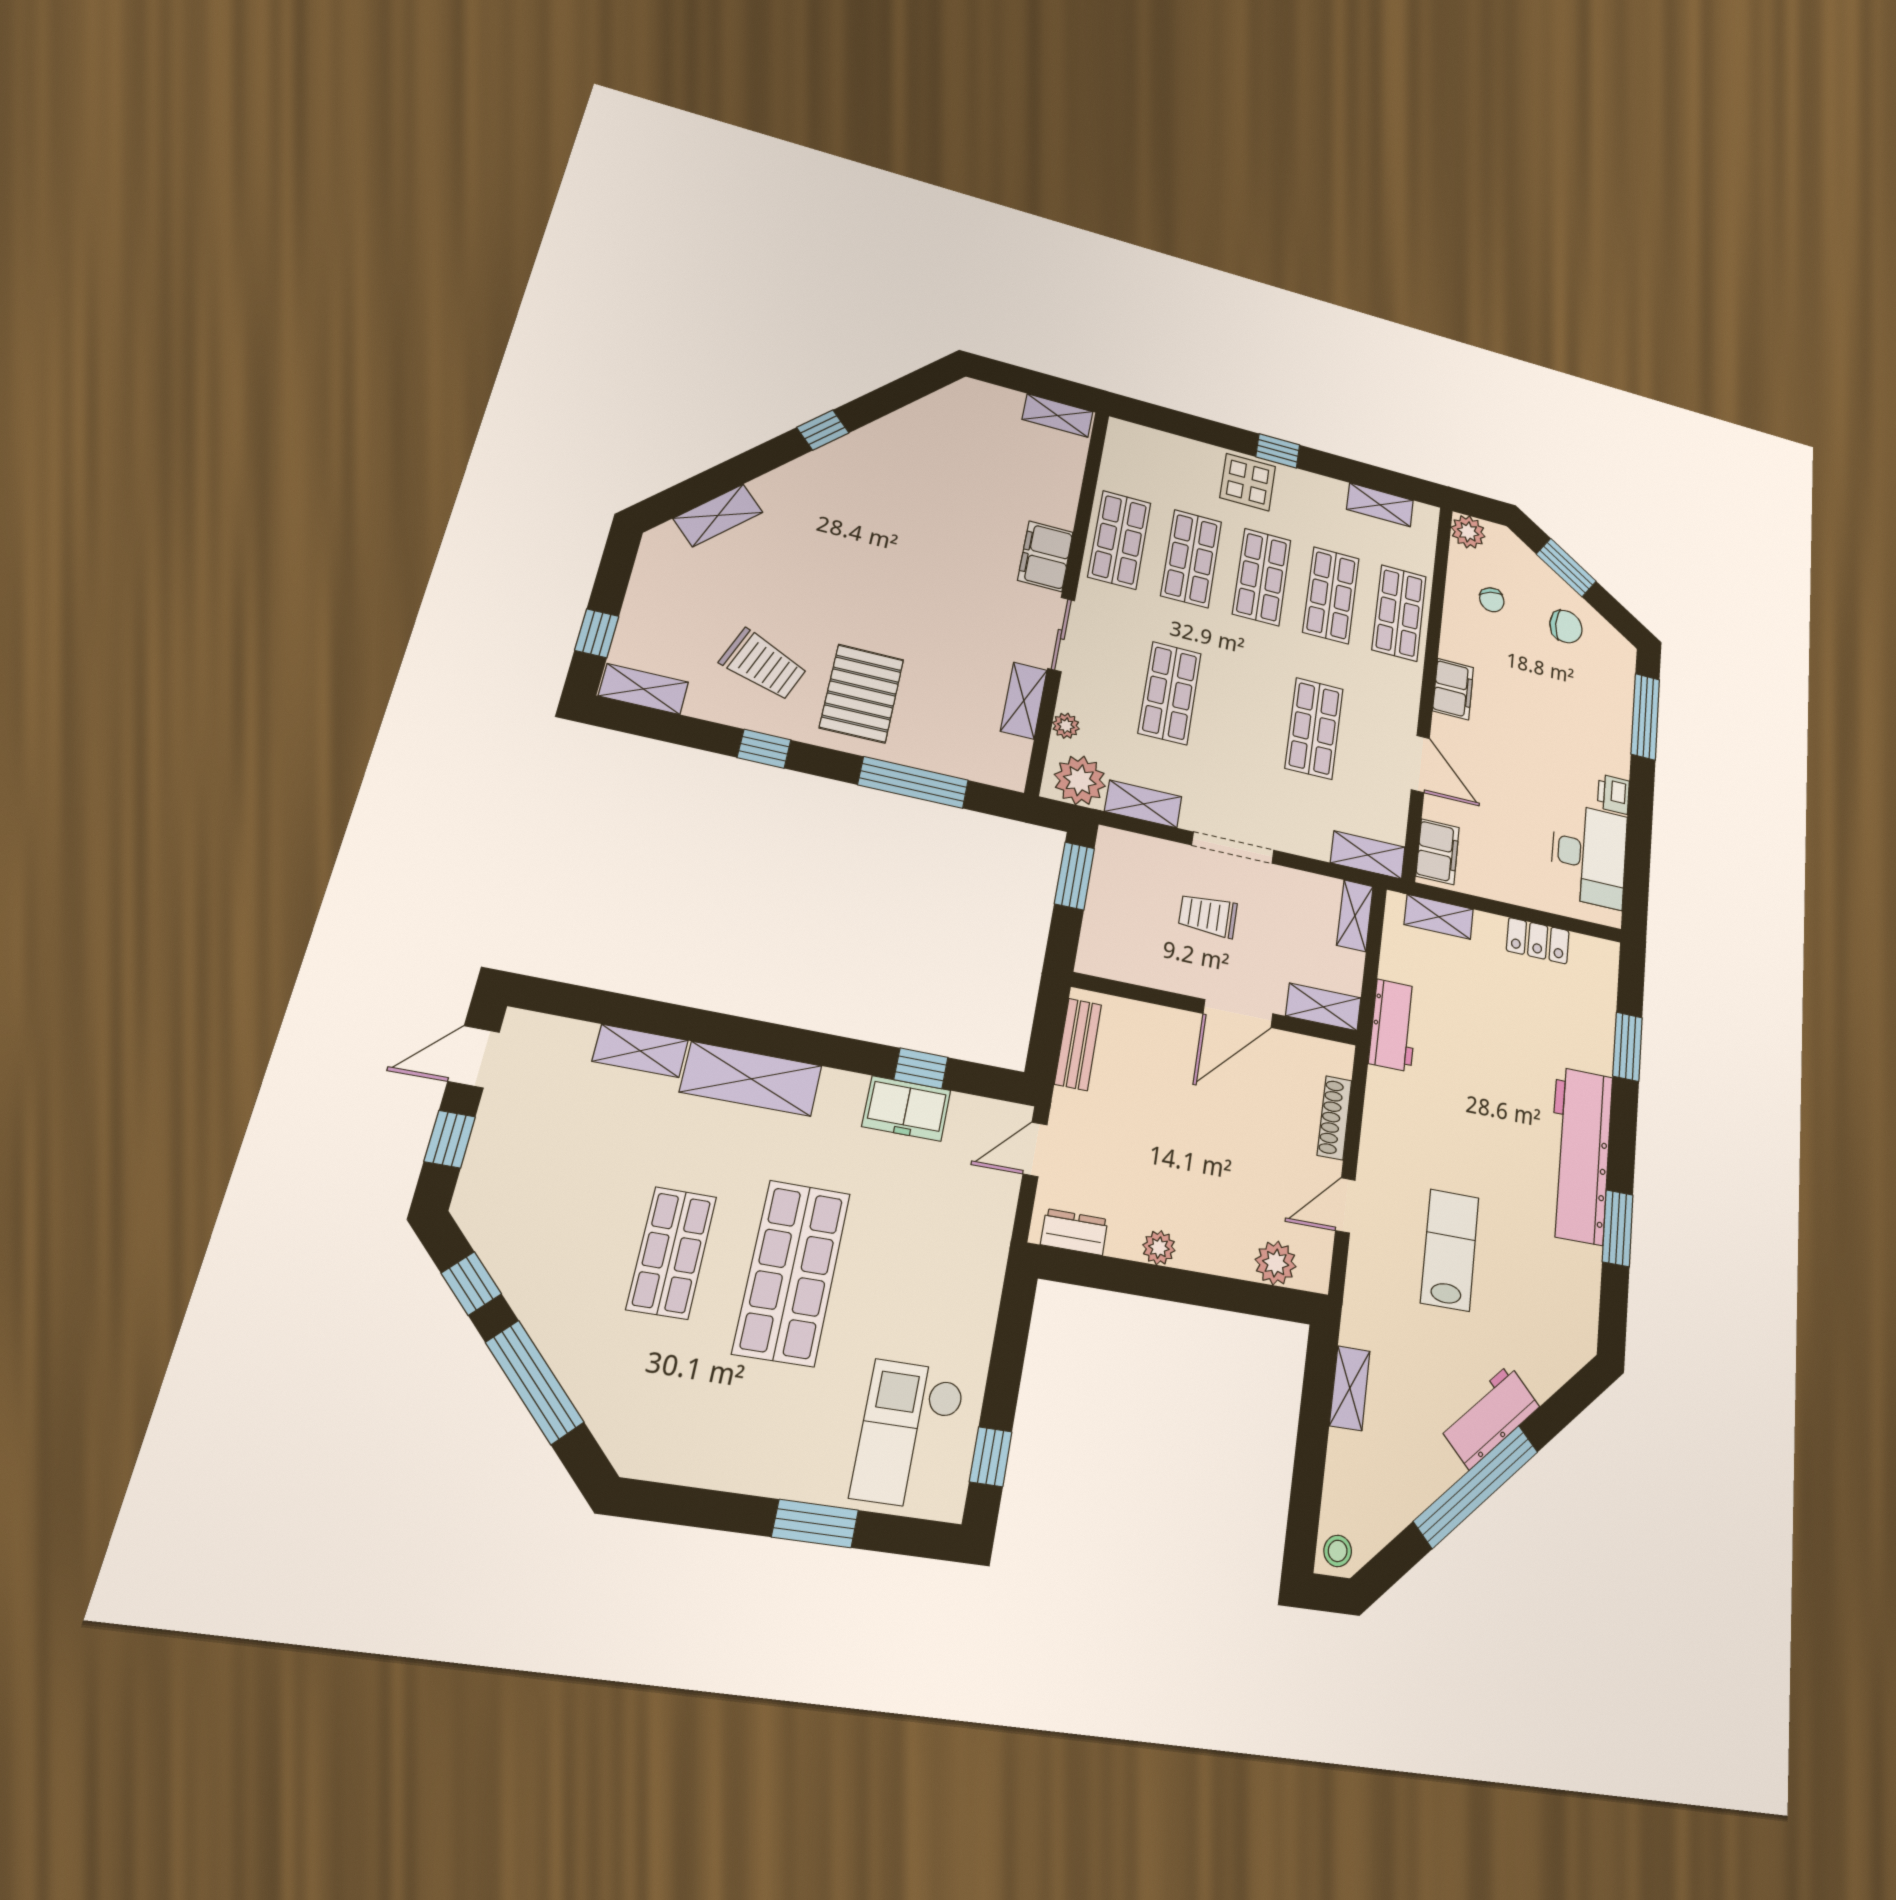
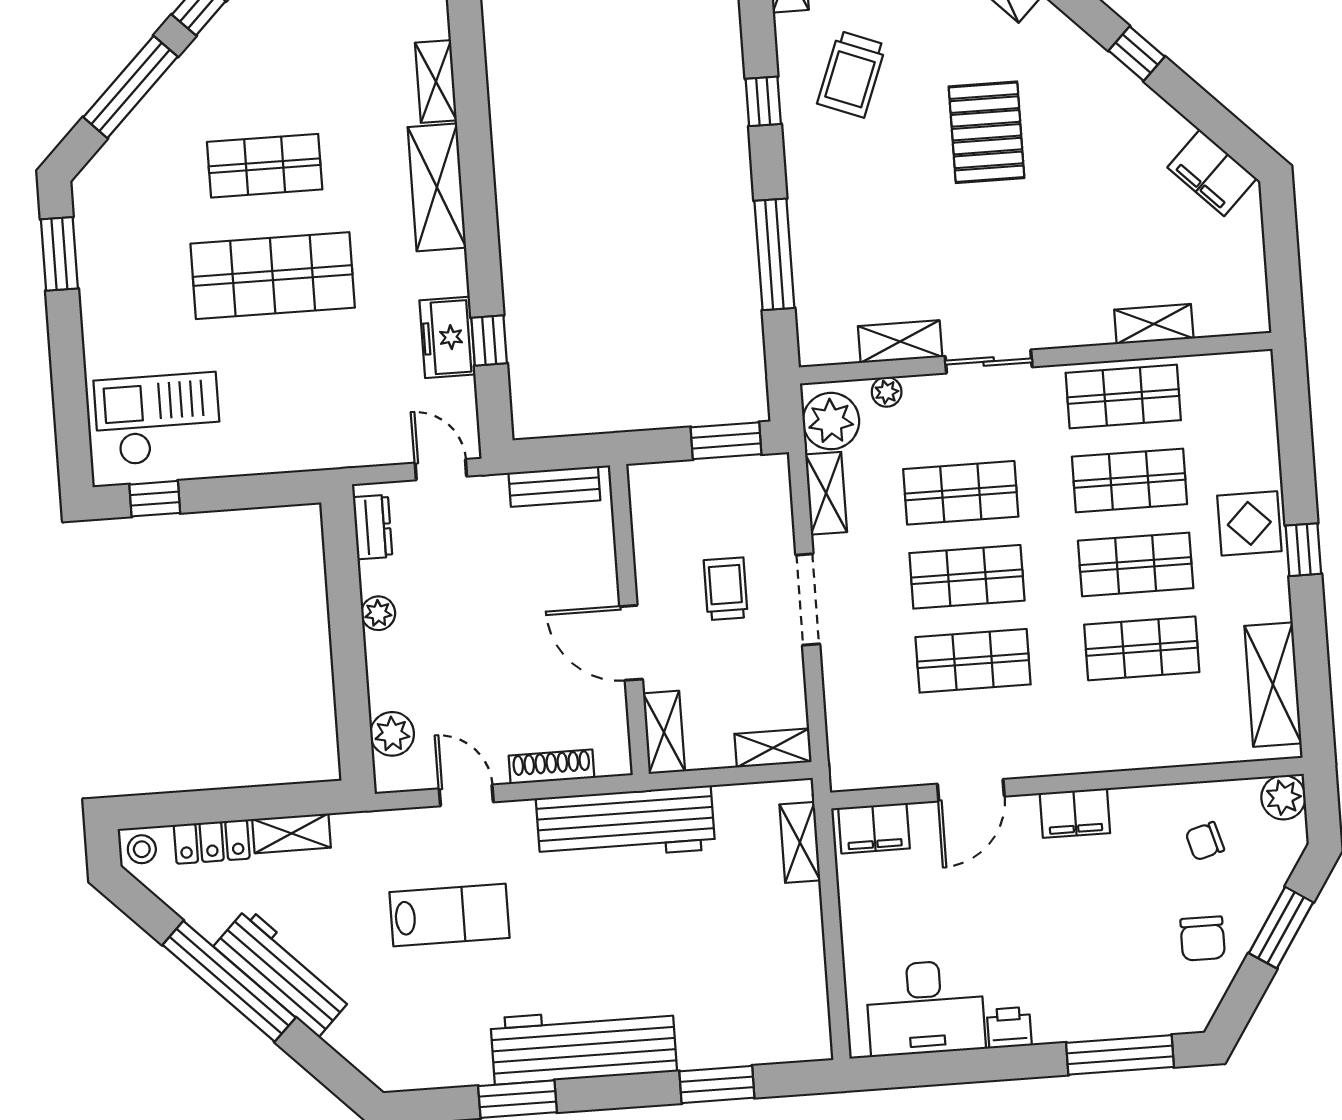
shelving: (1058, 416) -> (1154, 324), moved, turned 90
shelving: (1380, 505) -> (1273, 685), width x1.50, depth x1.33
filing cabinet: (1045, 556) -> (1212, 173), moved, turned -135
shop shelf: (1399, 613) -> (967, 577), moved
pallet: (862, 693) -> (986, 132), moved, turned 90
shelving: (1368, 855) -> (846, 749), removed
locker: (1538, 941) -> (212, 842), moved, turned -90
workbench: (1394, 1025) -> (626, 824), width x1.88, depth x1.32
workbench: (1489, 1416) -> (283, 972), width x1.37
window: (815, 1524) -> (59, 254), moved

